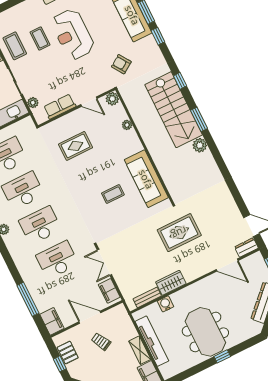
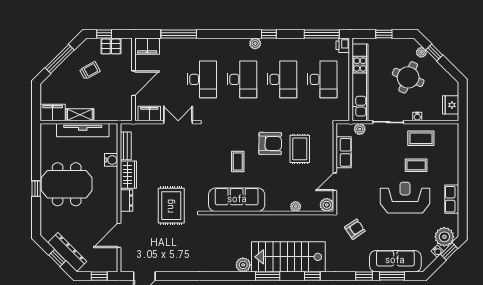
armchair: (83, 174) -> (270, 143), added
dresser: (246, 247) -> (127, 201), moved
trolley: (101, 342) -> (90, 70), moved

